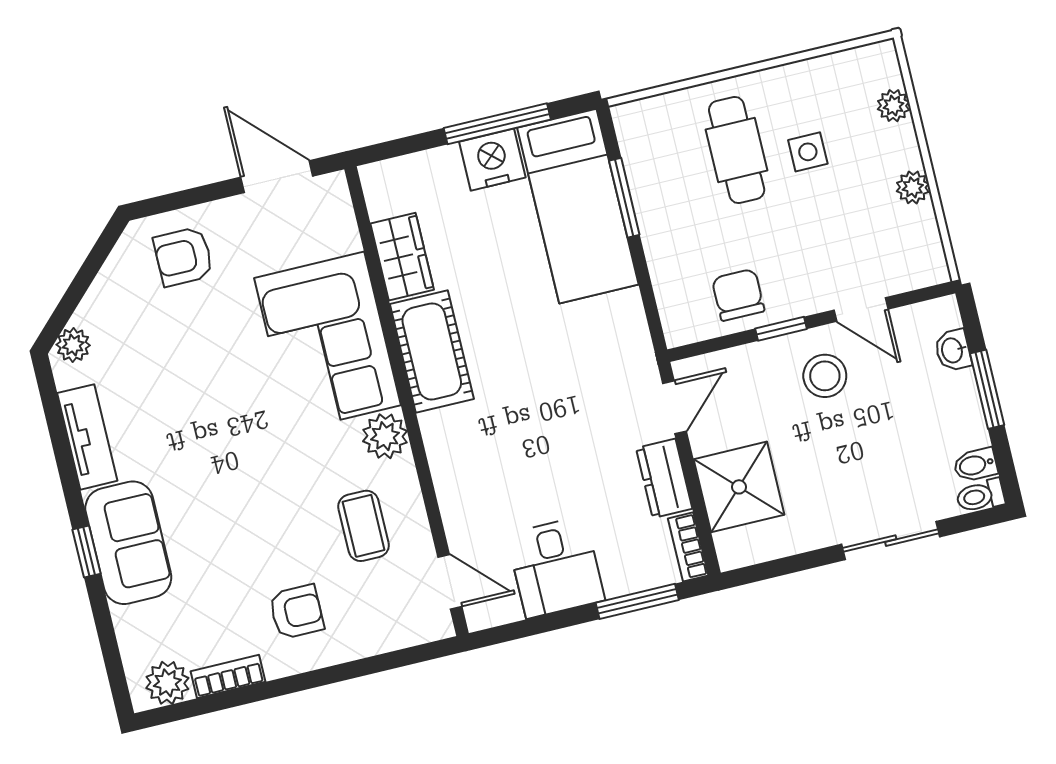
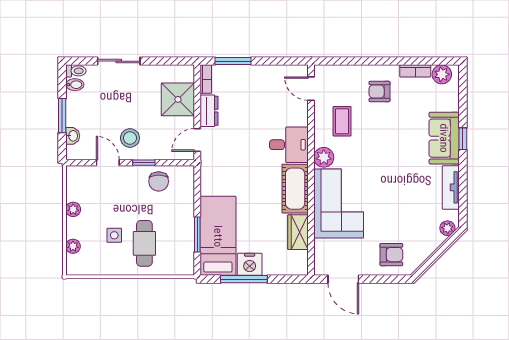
desk: (556, 567) -> (289, 145), moved, turned 90

